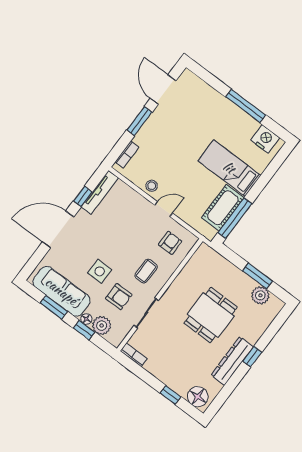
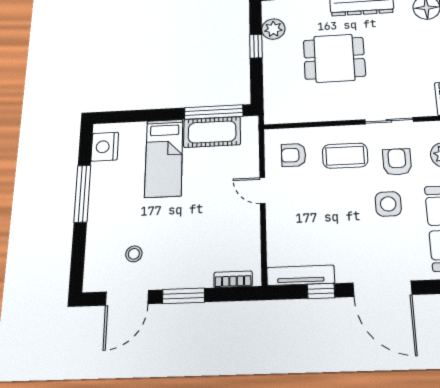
stool: (152, 186) -> (134, 254), moved
coffee table: (146, 271) -> (345, 156), width x1.36, depth x1.30
window: (257, 276) -> (256, 46), width x0.67

